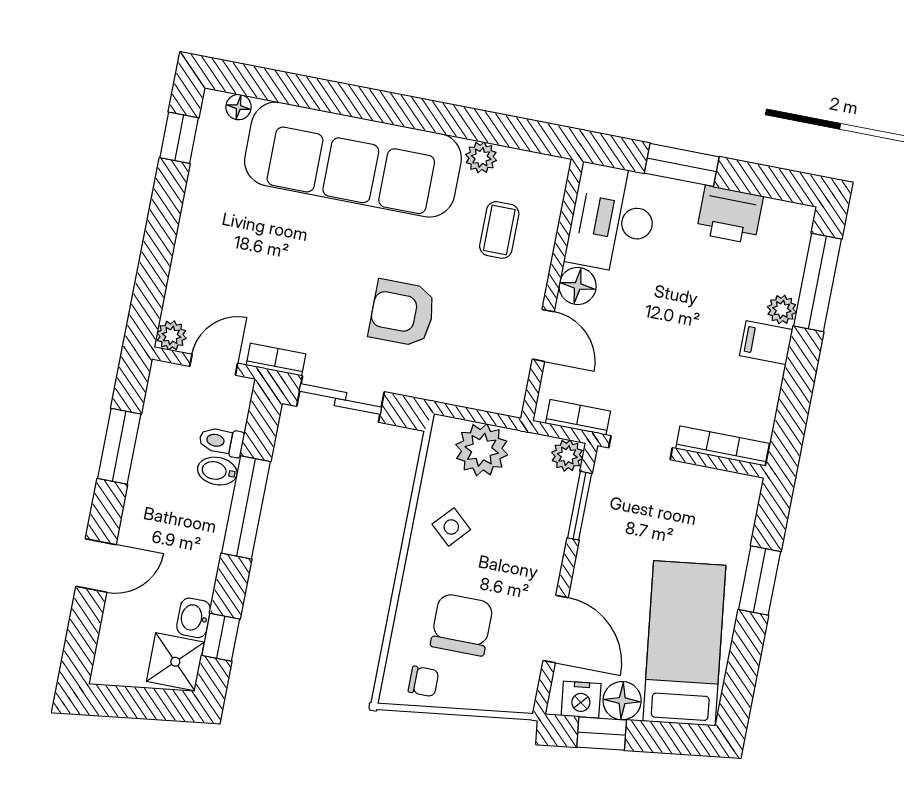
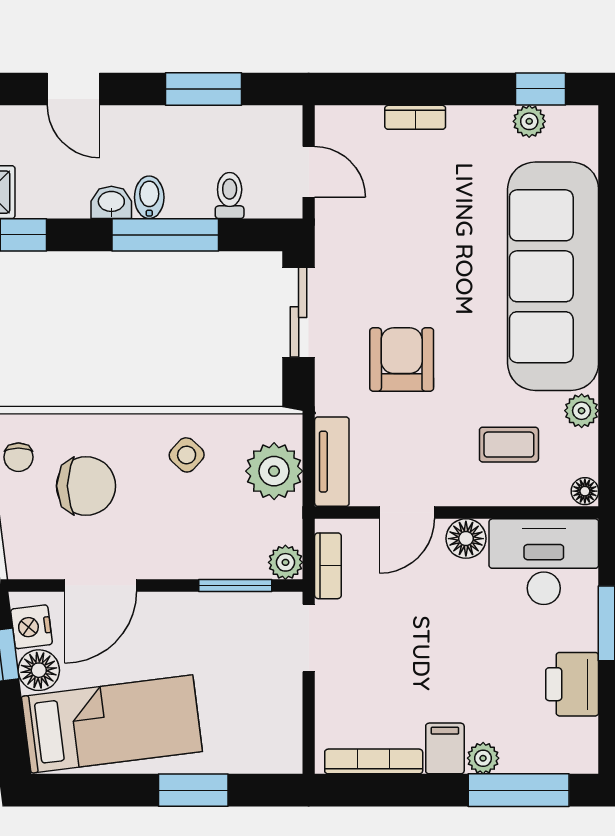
floor lamp: (239, 107) -> (585, 491), moved
plant: (171, 335) -> (529, 121), moved
bookcase: (276, 360) -> (415, 117), moved, turned 90
tv unit: (483, 395) -> (332, 462), added
bookcase: (722, 446) -> (374, 761), moved, turned -90
bidet: (217, 471) -> (149, 197), moved
washbasin: (194, 618) -> (111, 202), moved

